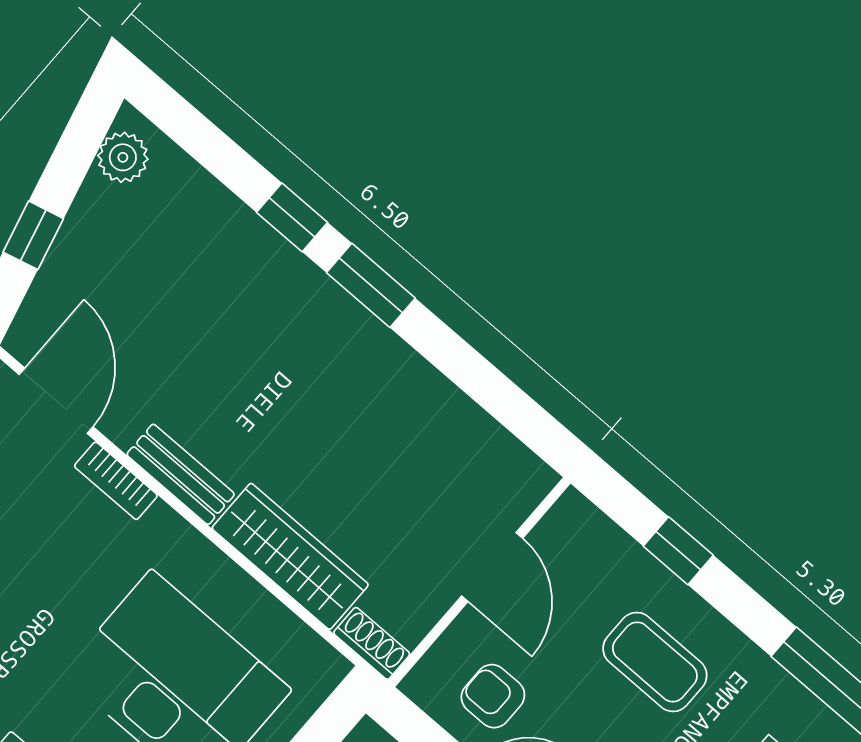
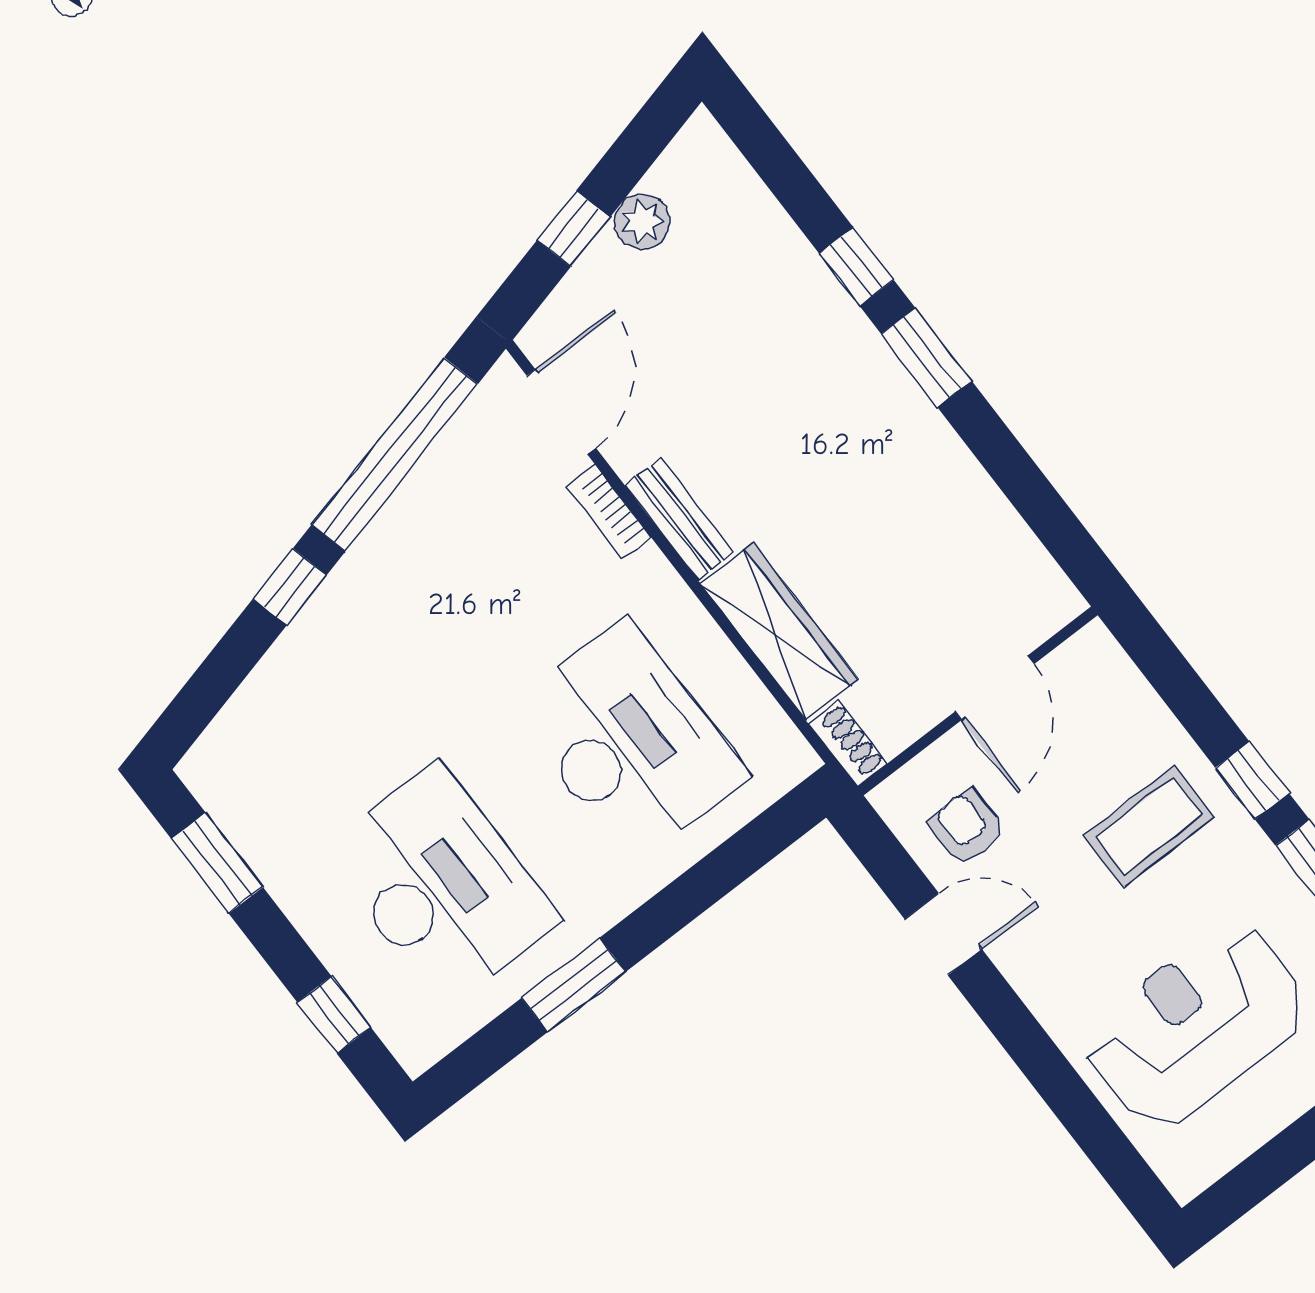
plant: (123, 157) -> (642, 221), moved
window: (678, 551) -> (1252, 780), moved
coffee table: (655, 662) -> (1149, 826), turned 90

